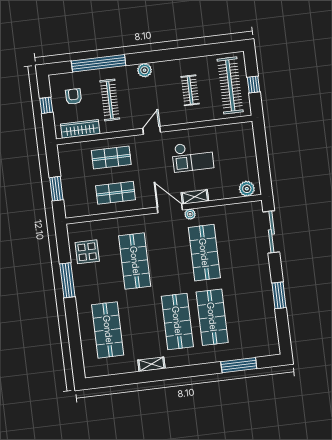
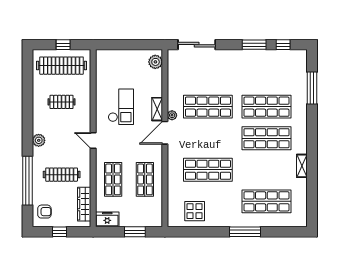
armchair: (74, 96) -> (44, 212), moved, turned 180
freezer: (66, 156) -> (107, 219), added
window: (67, 280) -> (245, 232), moved
window: (283, 327) -> (283, 45), added

